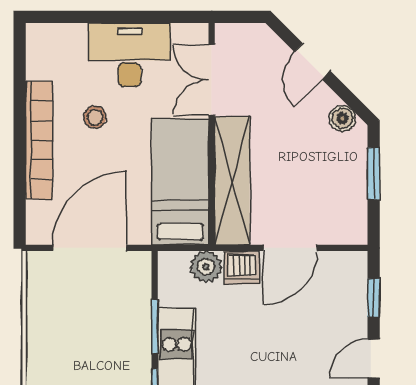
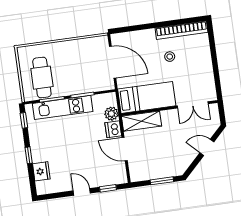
desk: (130, 55) -> (199, 68), removed
double door: (212, 80) -> (193, 105), swing flipped
boiler: (342, 118) -> (184, 164), removed
bookcase: (39, 140) -> (182, 30), moved
shelving: (232, 181) -> (141, 121), width x0.68

